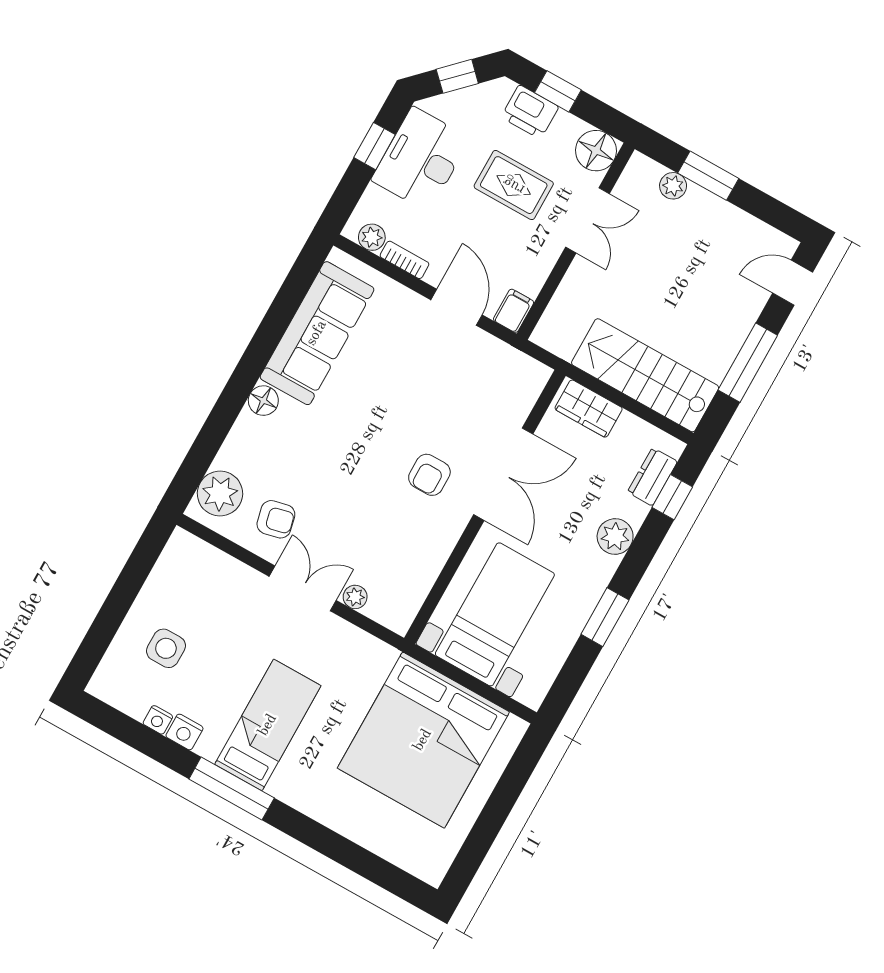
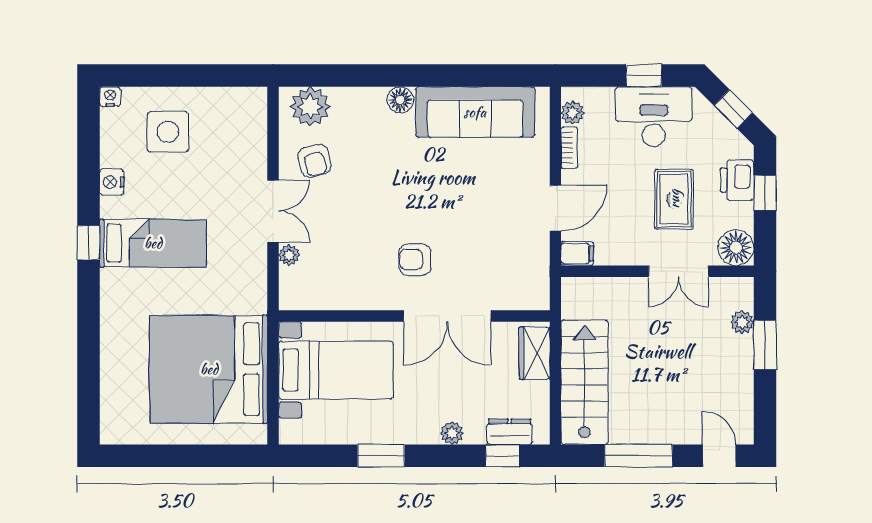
plant: (615, 537) -> (452, 433), width x0.73, depth x0.73
side table: (166, 648) -> (168, 132), width x1.37, depth x1.37
nightstand: (158, 720) -> (110, 97), moved, turned 90
window: (232, 789) -> (88, 243), width x0.46

